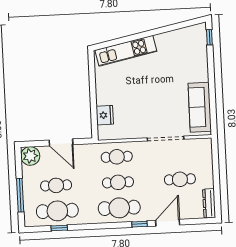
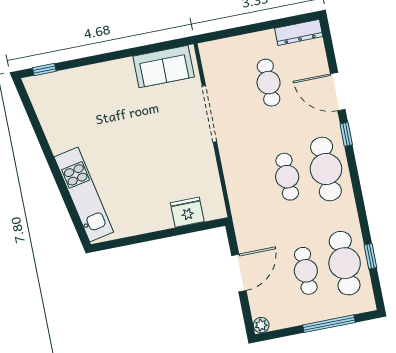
sofa: (200, 107) -> (164, 67), width x0.73
plant: (30, 156) -> (261, 325), width x0.53, depth x0.53
cafe table: (117, 157) -> (248, 184), removed

